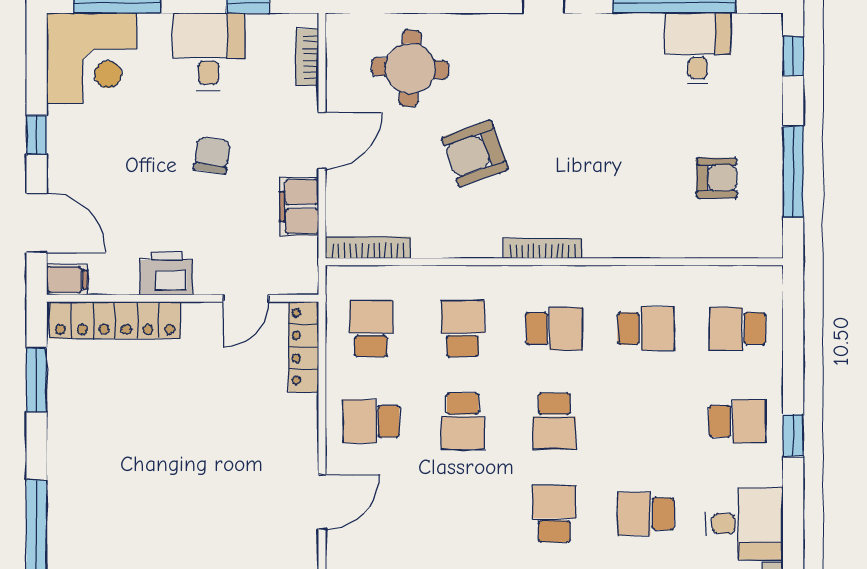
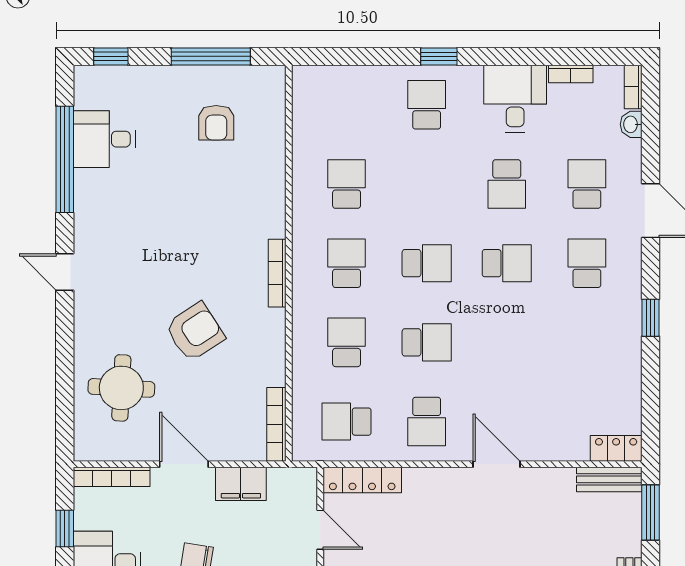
bookcase: (307, 57) -> (112, 477), width x1.56
armchair: (475, 153) -> (195, 332), turned -103
armchair: (717, 178) -> (216, 123), turned 180
school desk: (463, 329) -> (347, 342), turned 90
school desk: (737, 329) -> (347, 105), removed
school desk: (554, 514) -> (507, 263), turned 180

